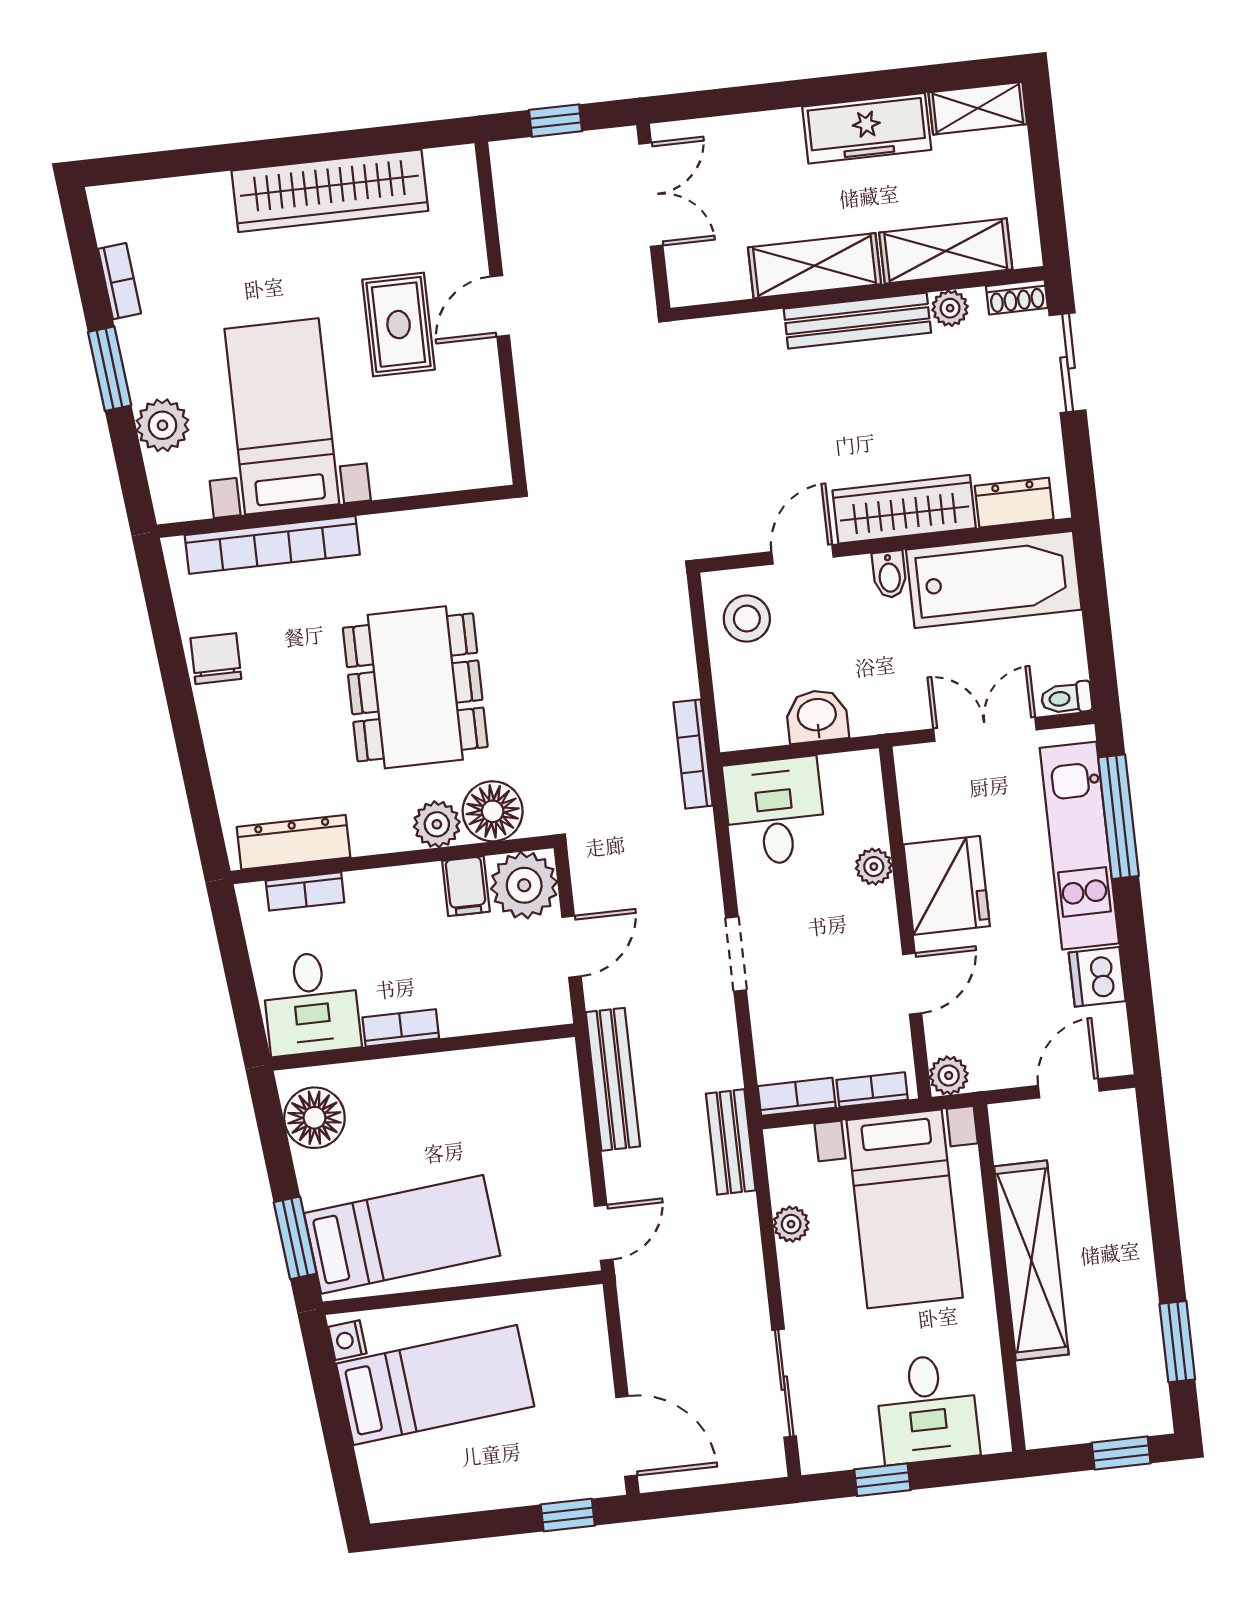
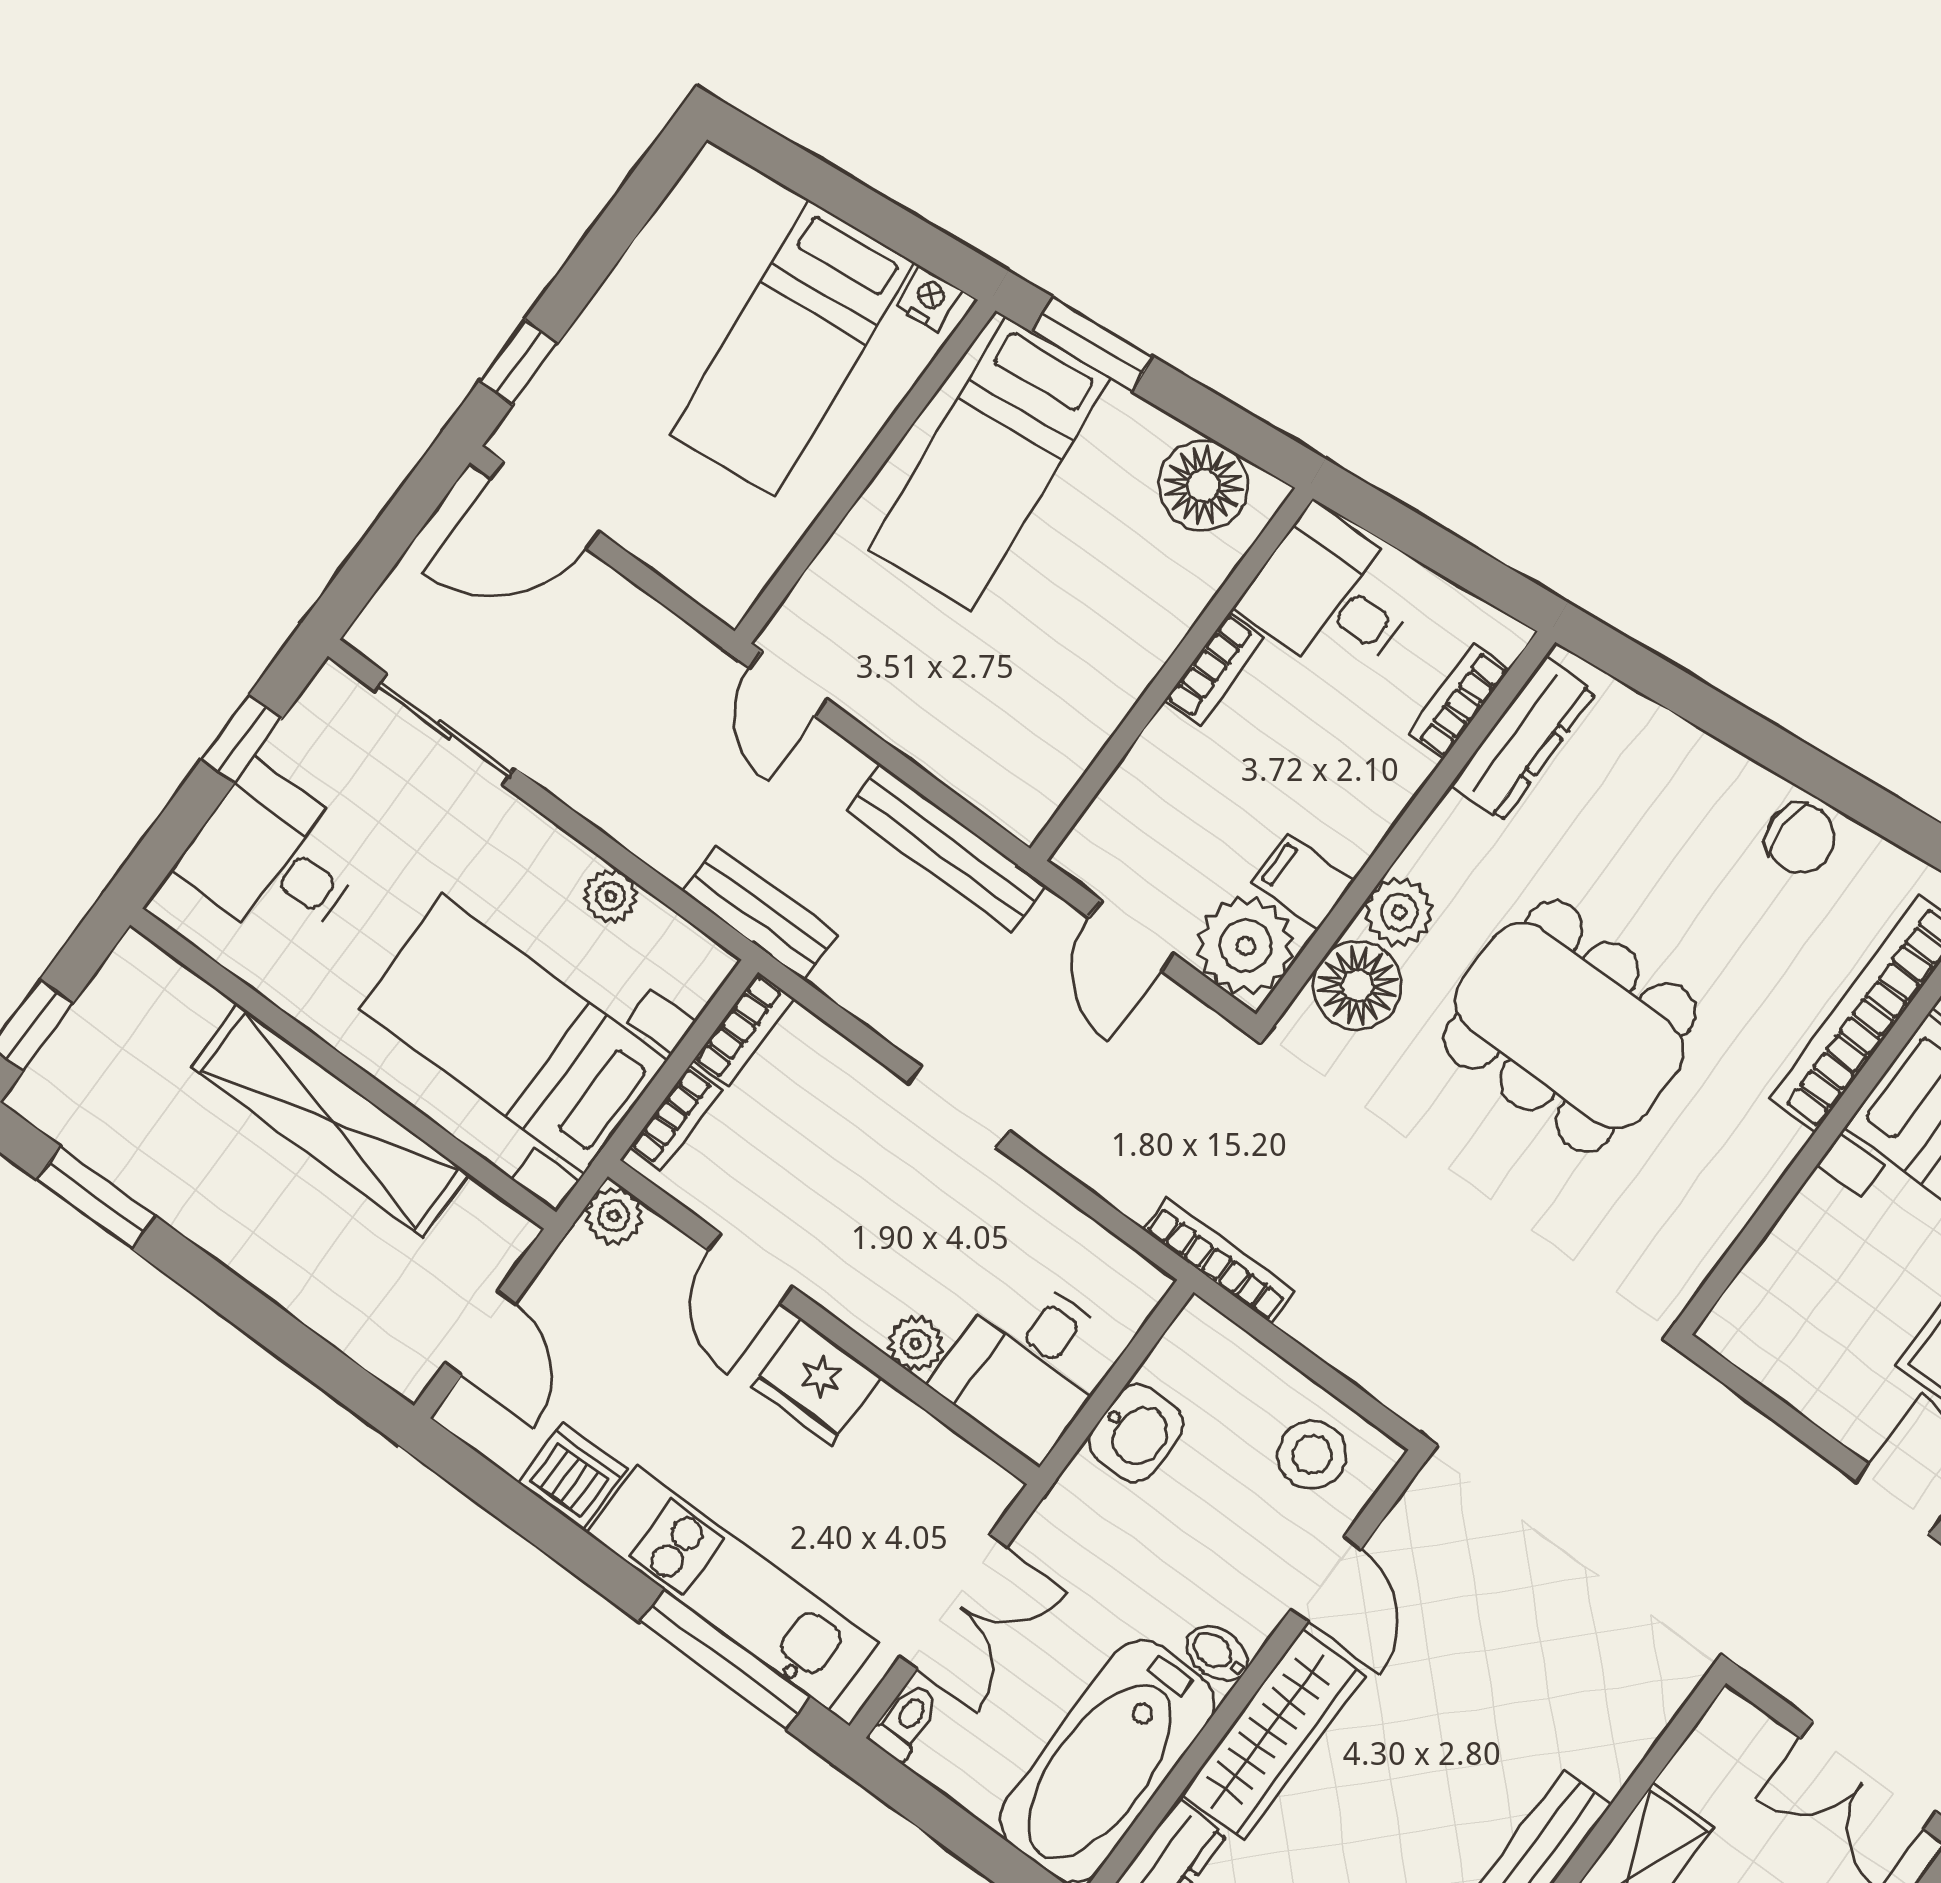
desk: (775, 811) -> (1027, 1365), moved, turned 90
fridge: (947, 885) -> (817, 1382), width x0.73, depth x0.75

